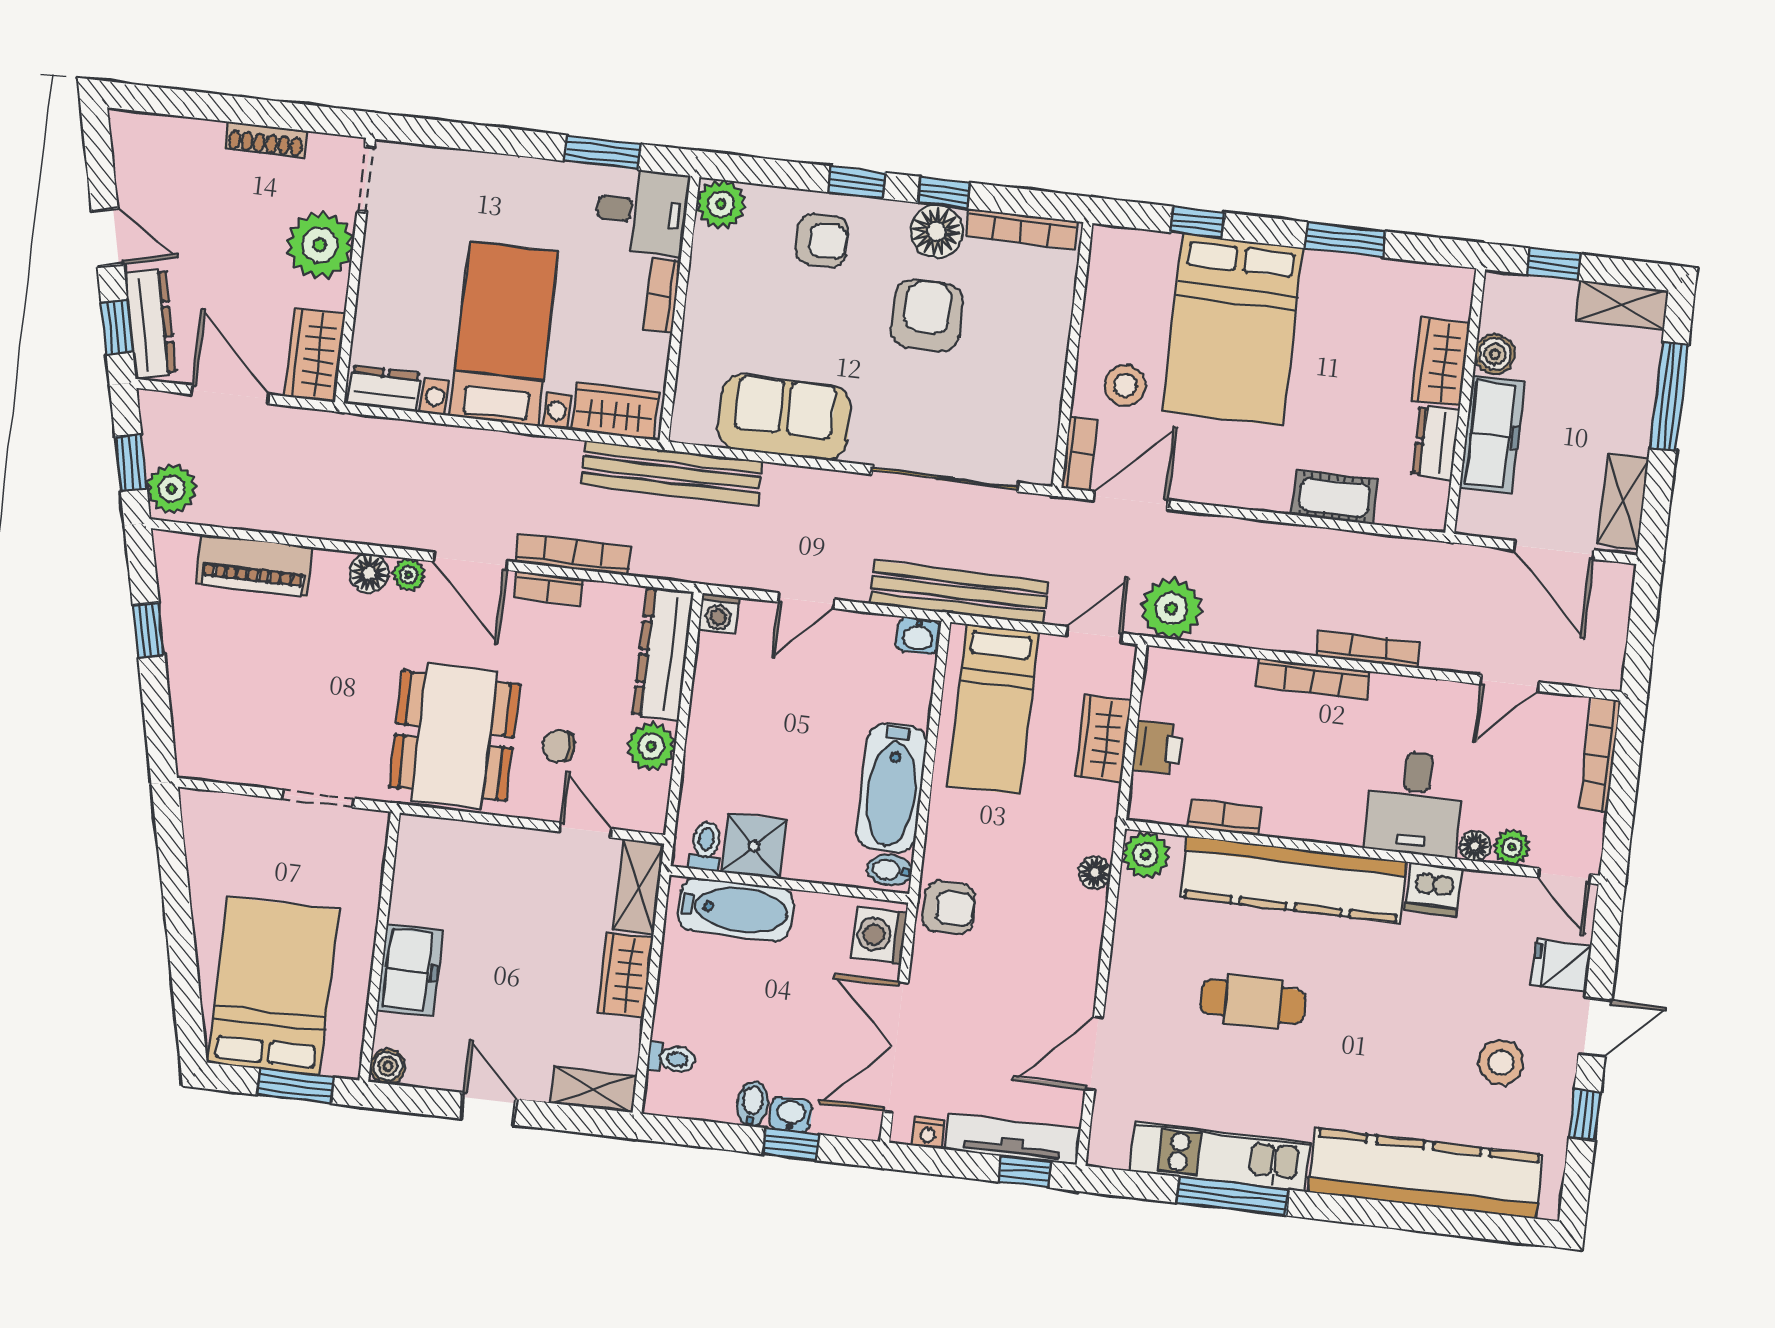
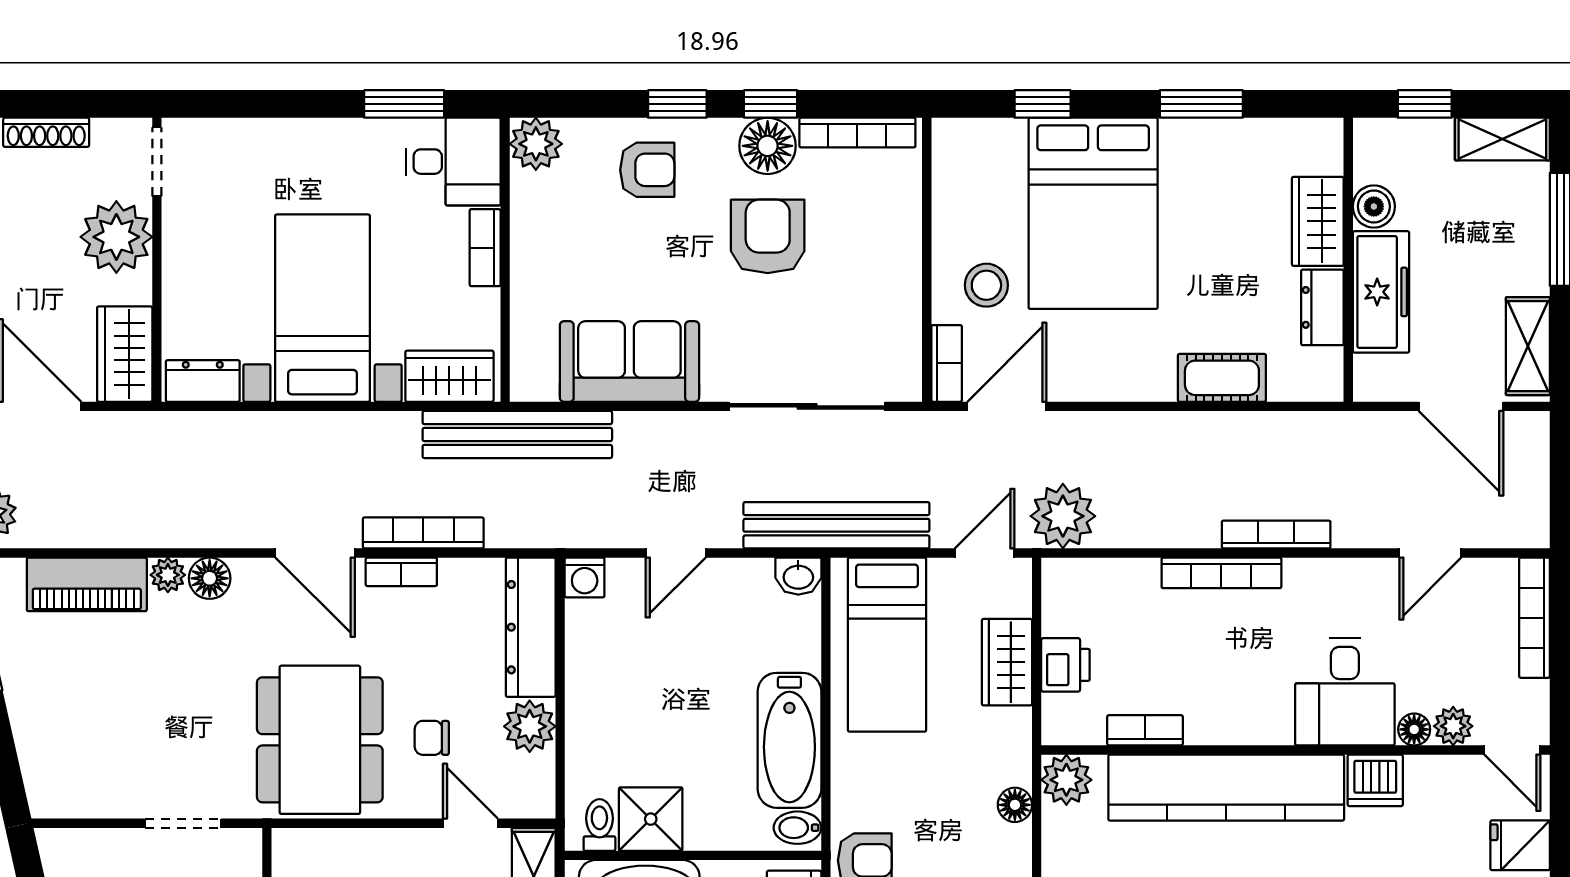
plant: (409, 575) -> (168, 575), moved

